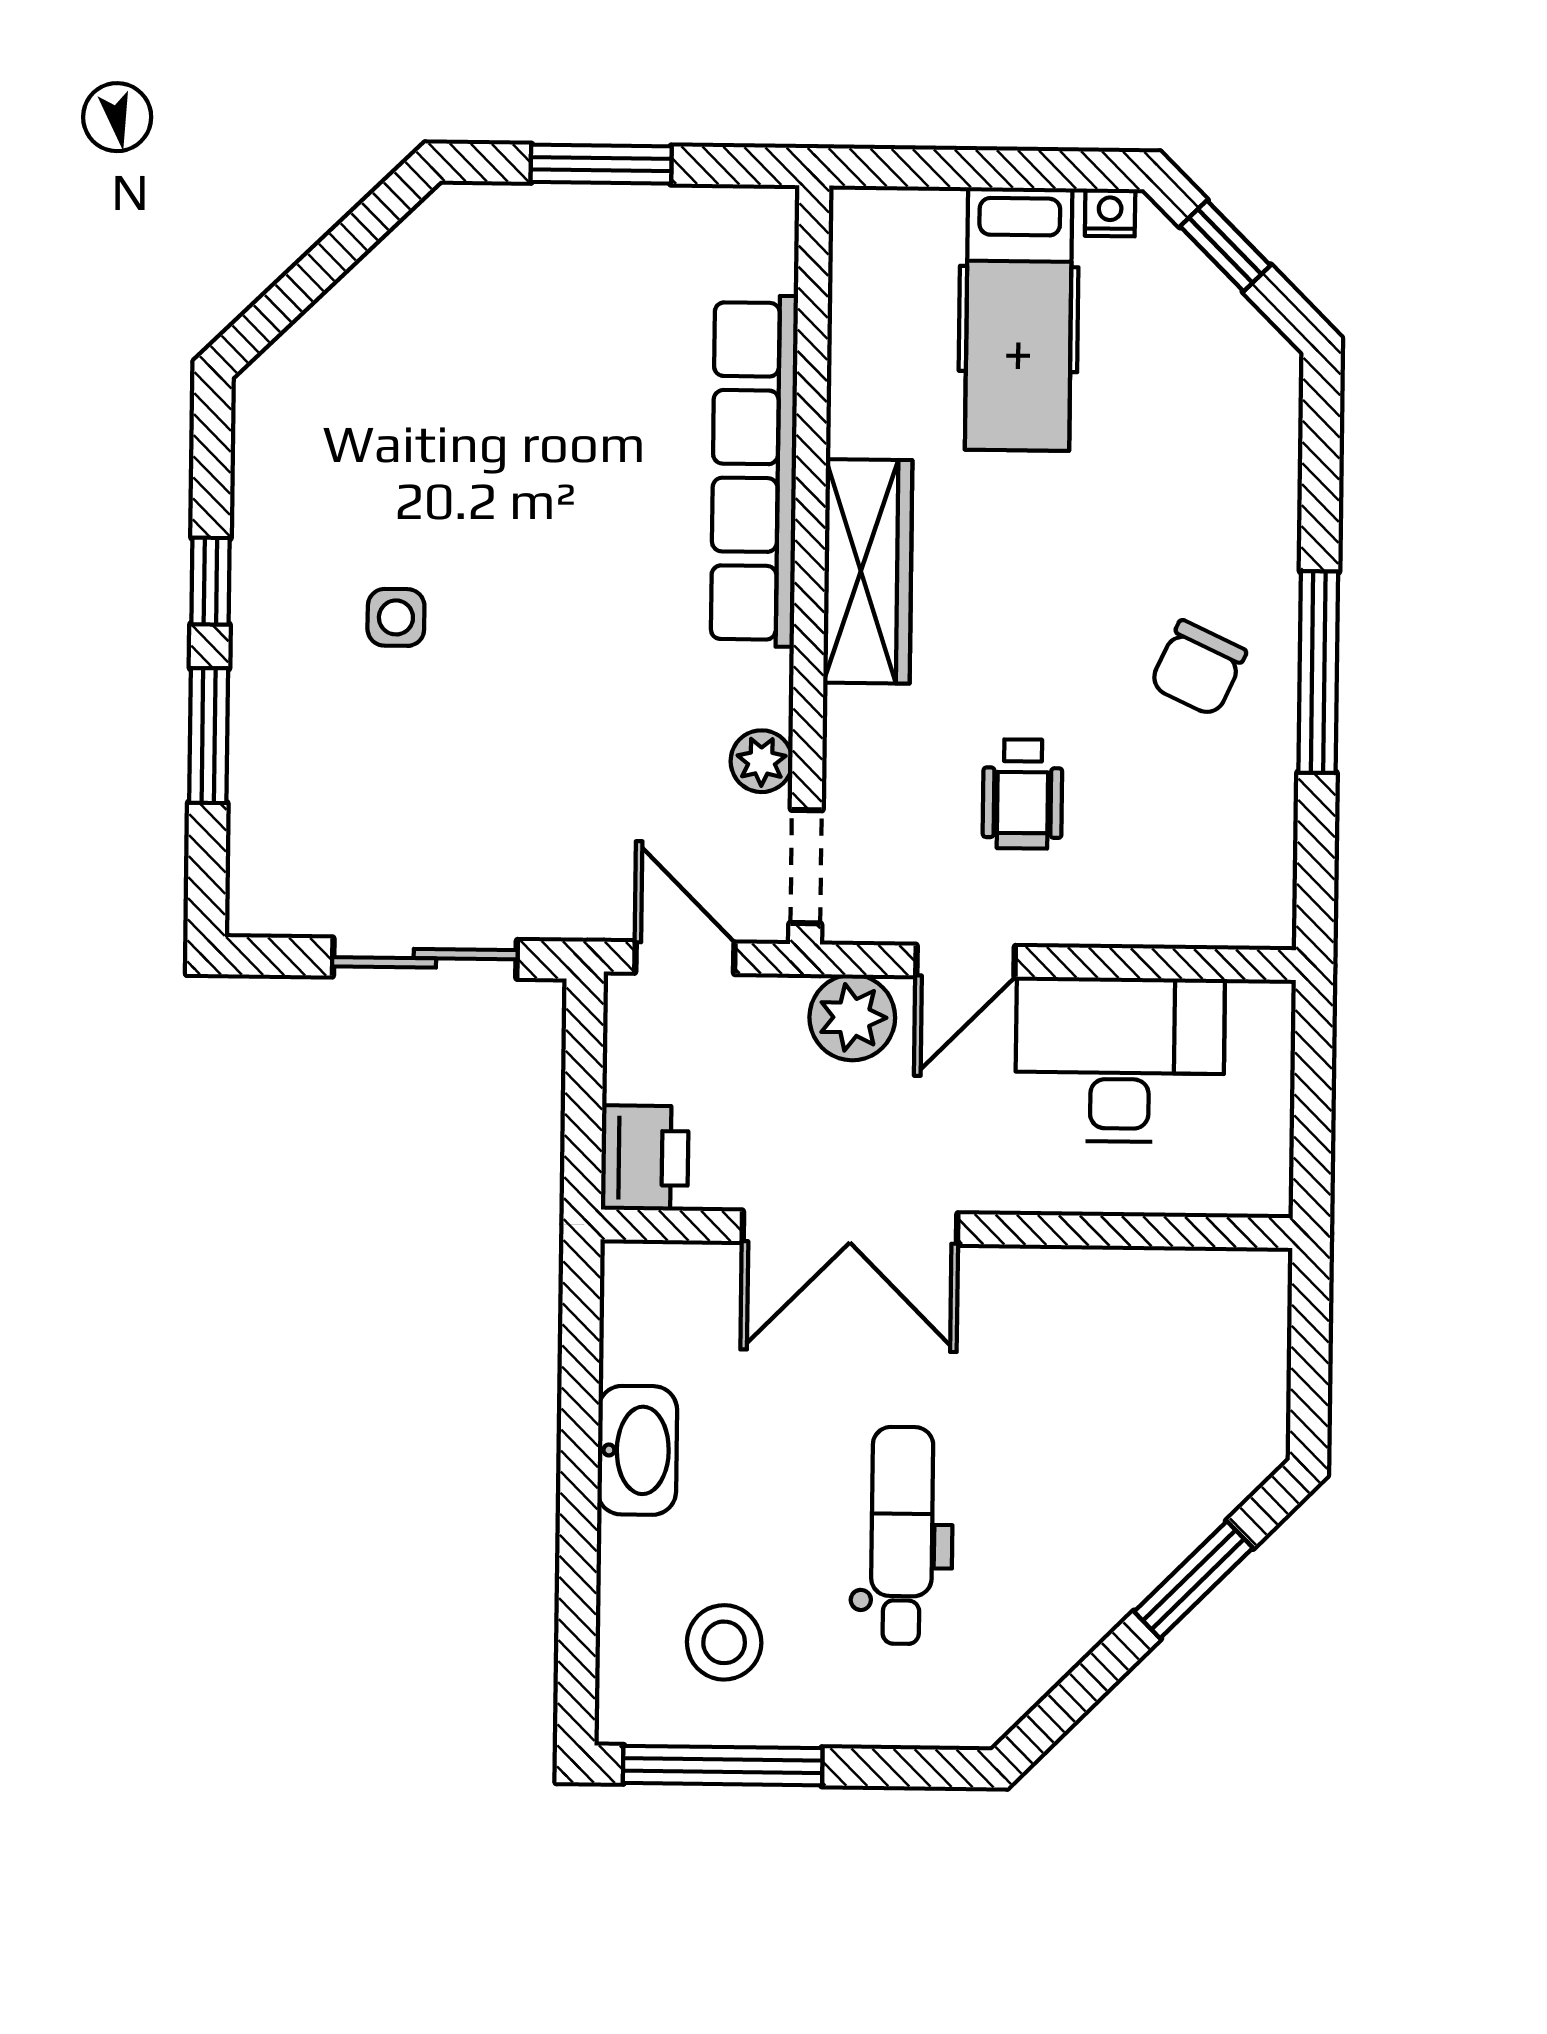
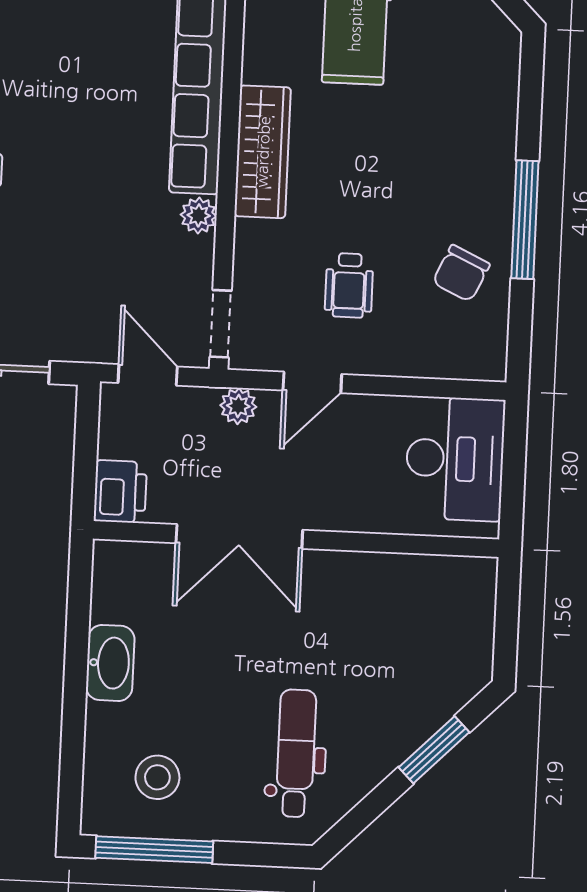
chair: (1198, 668) -> (461, 273), moved
plant: (762, 761) -> (199, 215), moved
plant: (852, 1017) -> (238, 406), width x0.73, depth x0.73
desk: (1120, 1060) -> (455, 459), moved, turned 90
dental chair: (902, 1535) -> (296, 753), moved

